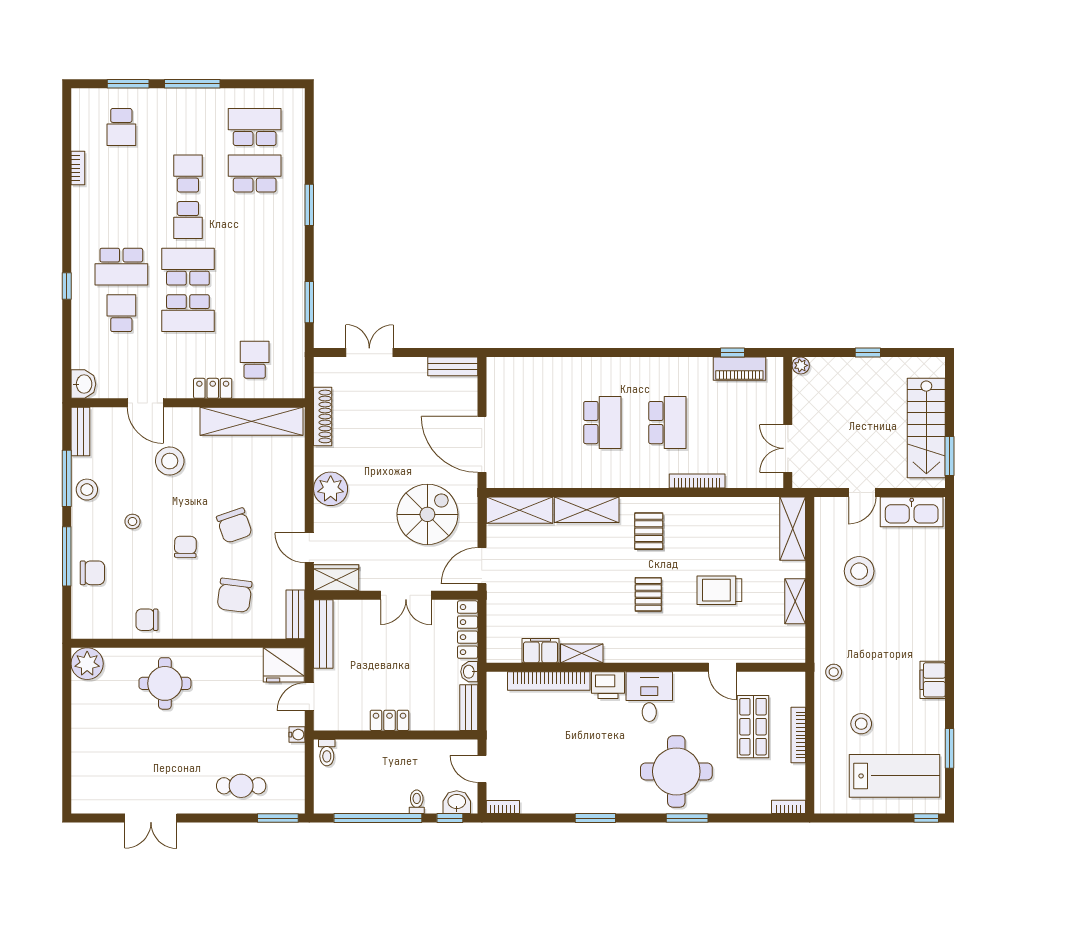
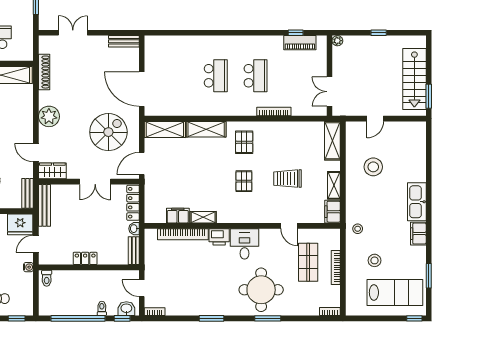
kitchen sink: (912, 512) -> (417, 202), moved, turned 90
filing cabinet: (793, 644) -> (333, 212), added
window: (278, 818) -> (17, 318), width x0.67

